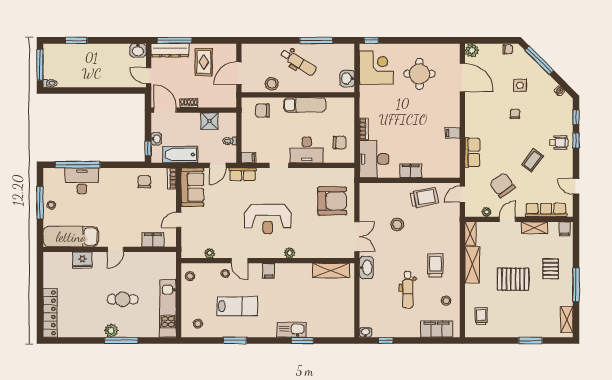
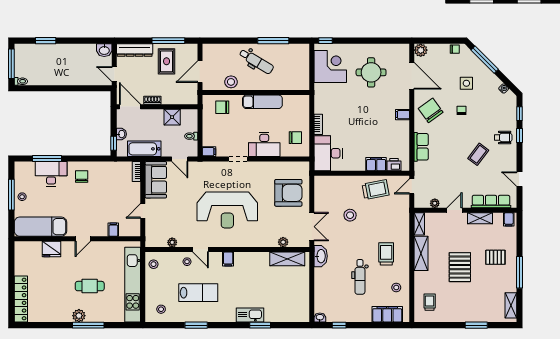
window: (174, 40) -> (168, 41), moved
washbasin: (347, 78) -> (303, 77), removed
filing cabinet: (453, 133) -> (403, 115), moved
window: (78, 165) -> (47, 158), width x0.68
door: (218, 165) -> (180, 159), hinge flipped
filing cabinet: (411, 171) -> (376, 164), moved
printer: (444, 171) -> (394, 165), added
row of seats: (243, 174) -> (203, 168), removed
chair: (144, 182) -> (82, 176), moved
chair: (502, 185) -> (431, 110), moved
reception desk: (268, 219) -> (227, 210), width x1.36, depth x1.30
filing cabinet: (153, 240) -> (113, 230), width x0.50
plant: (289, 253) -> (283, 242), moved
pallet: (551, 269) -> (495, 257), turned 90
pallet: (513, 279) -> (460, 267), turned 90
kitchen unit: (168, 308) -> (133, 285), width x1.36

